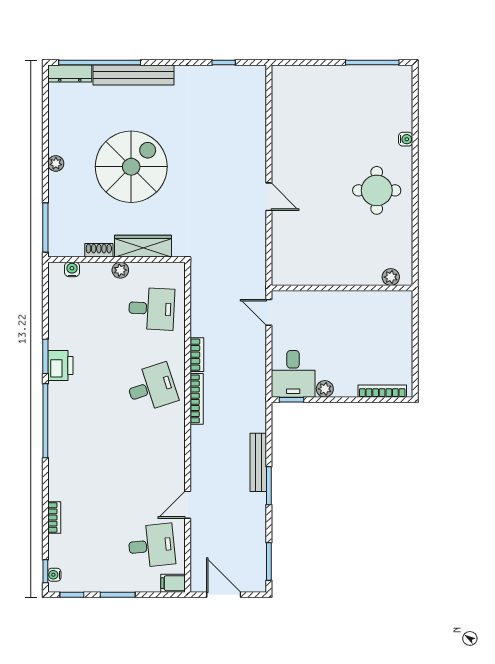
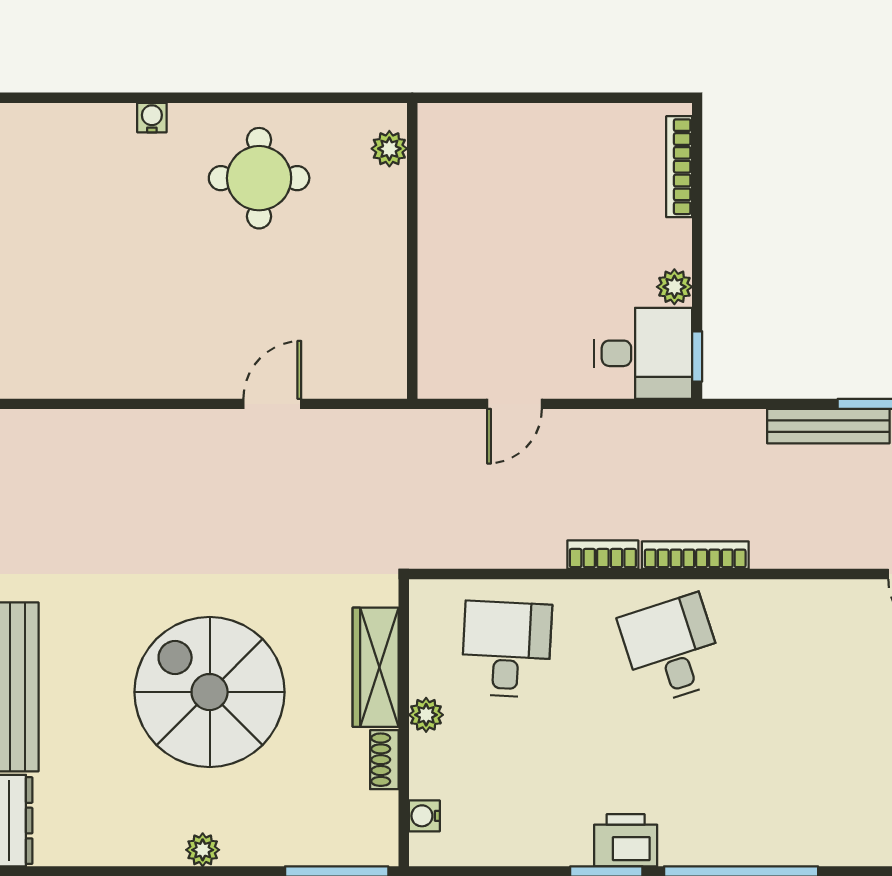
plant: (391, 277) -> (389, 149), moved
wall: (342, 288) -> (412, 251), moved

